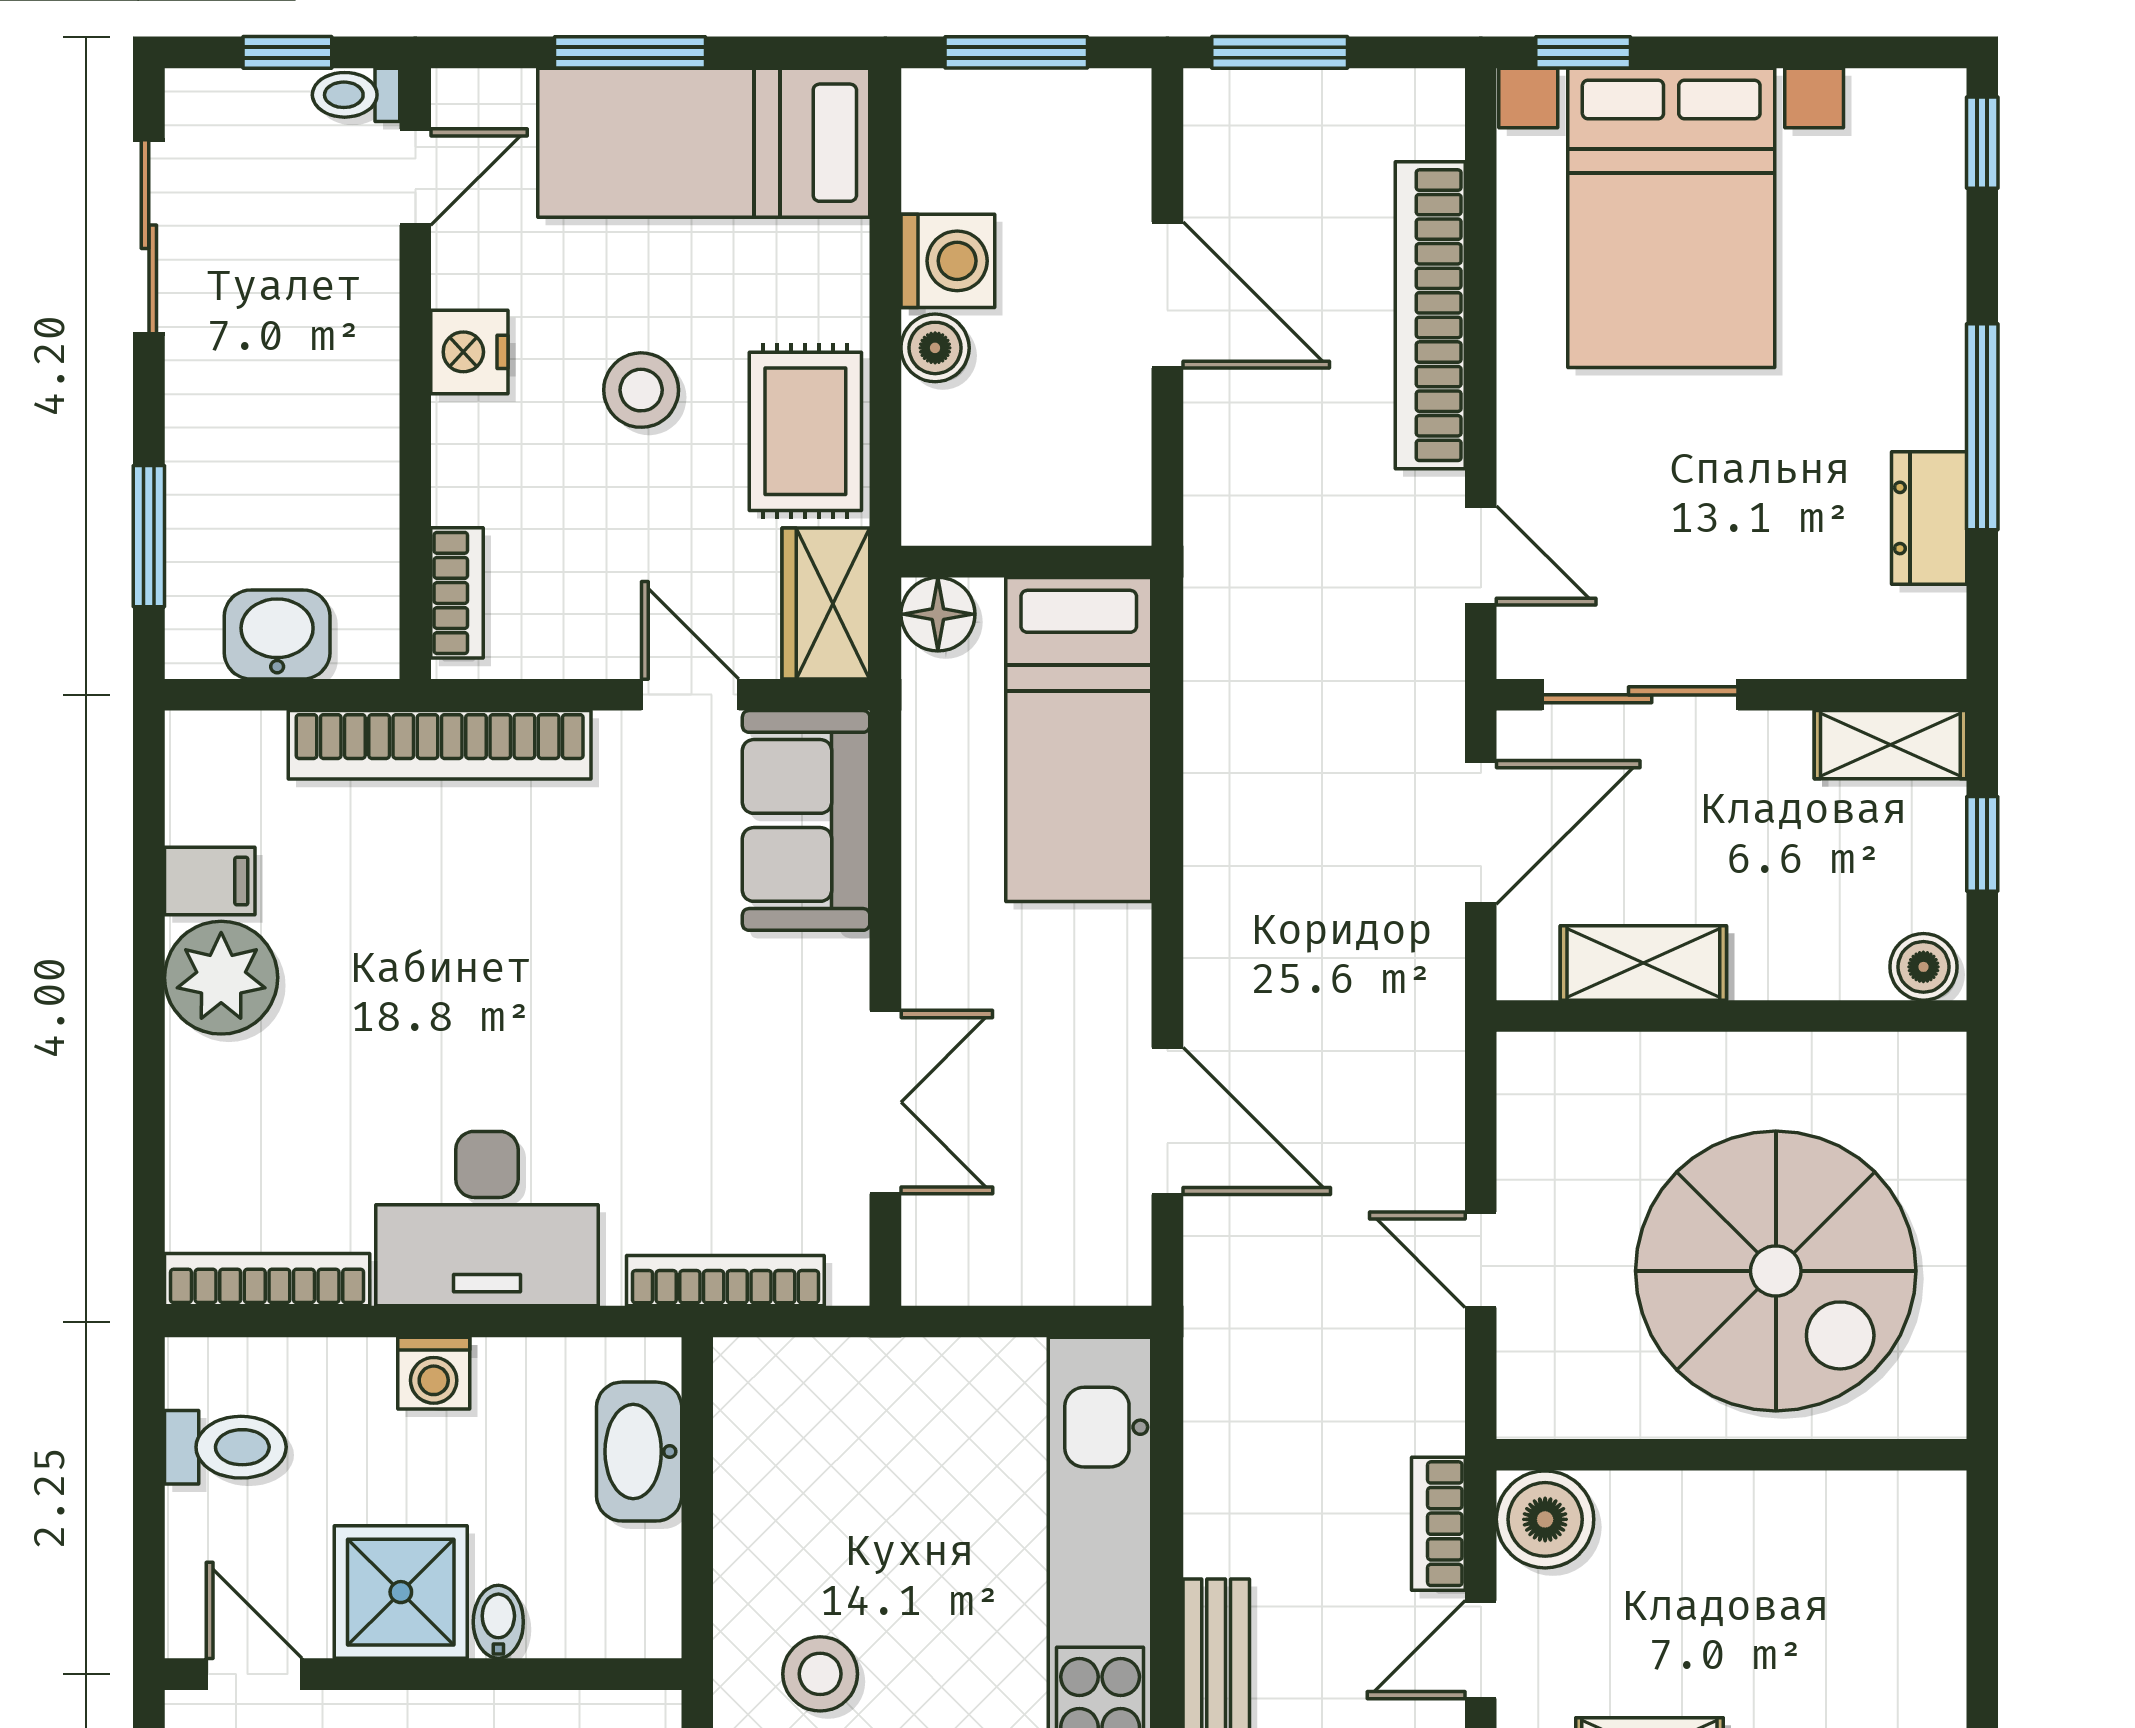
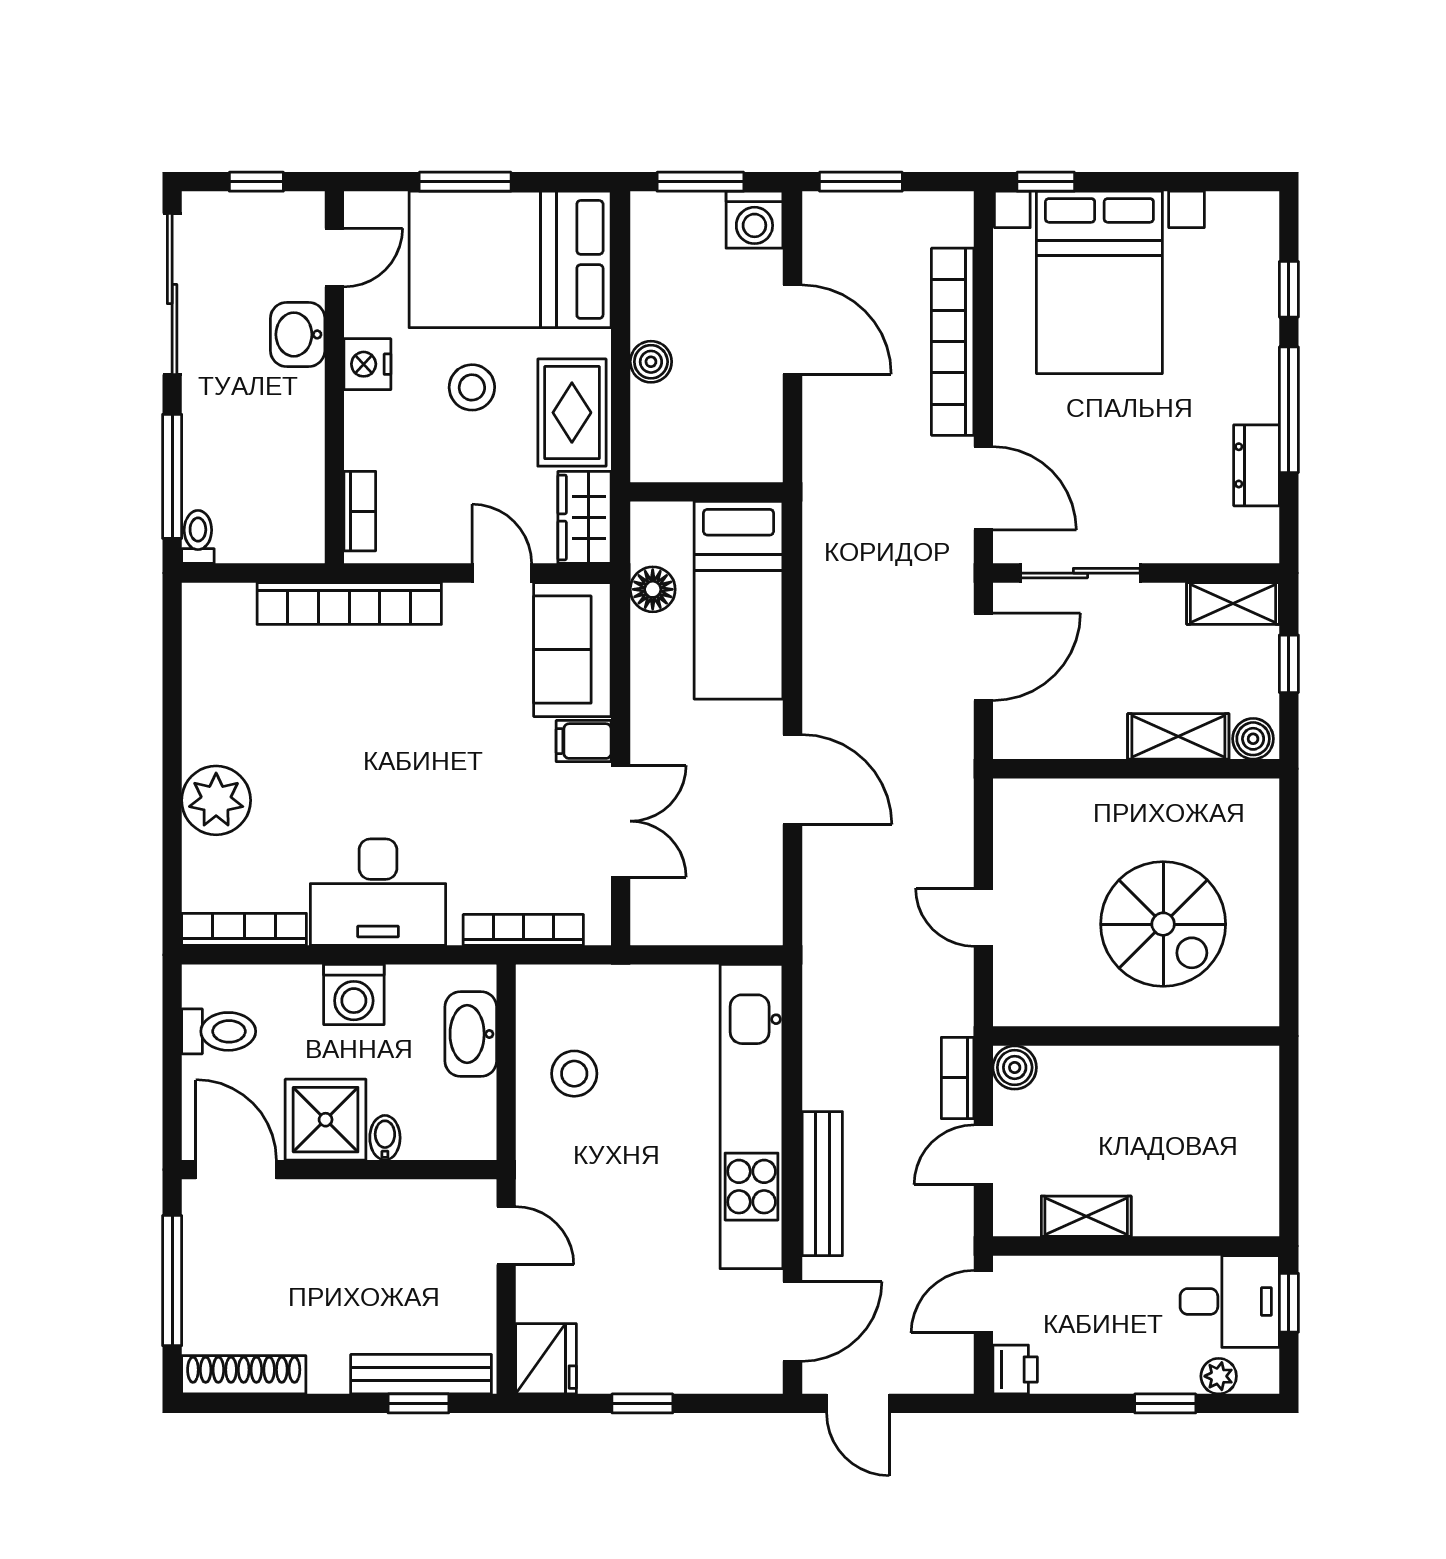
toilet: (356, 95) -> (198, 537), moved, turned 90
bed: (704, 143) -> (510, 259), width x1.50
window: (1982, 143) -> (1289, 289), moved
sliding door: (149, 237) -> (172, 294), width x1.37
washing machine: (948, 261) -> (754, 220), moved, turned 90
window: (149, 536) -> (172, 476), width x1.44
door: (1481, 555) -> (983, 488), width x1.38
floor lamp: (938, 614) -> (653, 589), moved
washbasin: (277, 634) -> (298, 334), moved, turned -90
filing cabinet: (210, 881) -> (584, 741), moved, turned 180
shelving: (1643, 963) -> (1178, 736), moved
plant: (221, 978) -> (216, 800), moved
door: (1167, 1121) -> (793, 779), moved
spiral stairs: (1776, 1271) -> (1163, 924), width x0.73, depth x0.73
washing machine: (434, 1373) -> (354, 995), width x1.38, depth x1.38
boiler: (1545, 1519) -> (1015, 1067), width x0.73, depth x0.73
door: (254, 1674) -> (236, 1170), width x1.38
stool: (820, 1674) -> (574, 1074), moved

